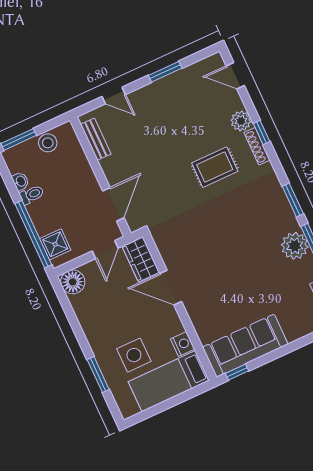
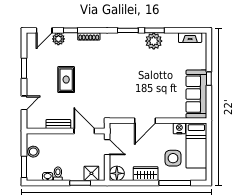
plant: (241, 121) -> (58, 39), moved
window: (262, 132) -> (70, 30), moved
bench: (96, 139) -> (58, 124), moved
rug: (215, 167) -> (66, 80), moved
window: (33, 234) -> (80, 183), width x0.47
wardrobe: (141, 259) -> (146, 174), moved, turned 180
window: (237, 372) -> (209, 79), moved
window: (98, 375) -> (175, 183), width x1.44

